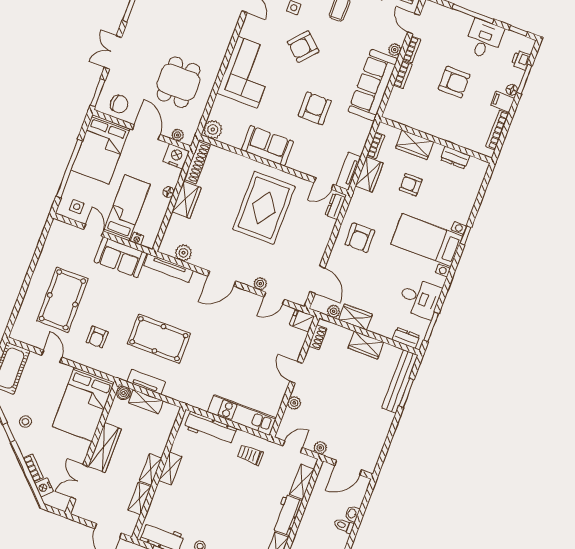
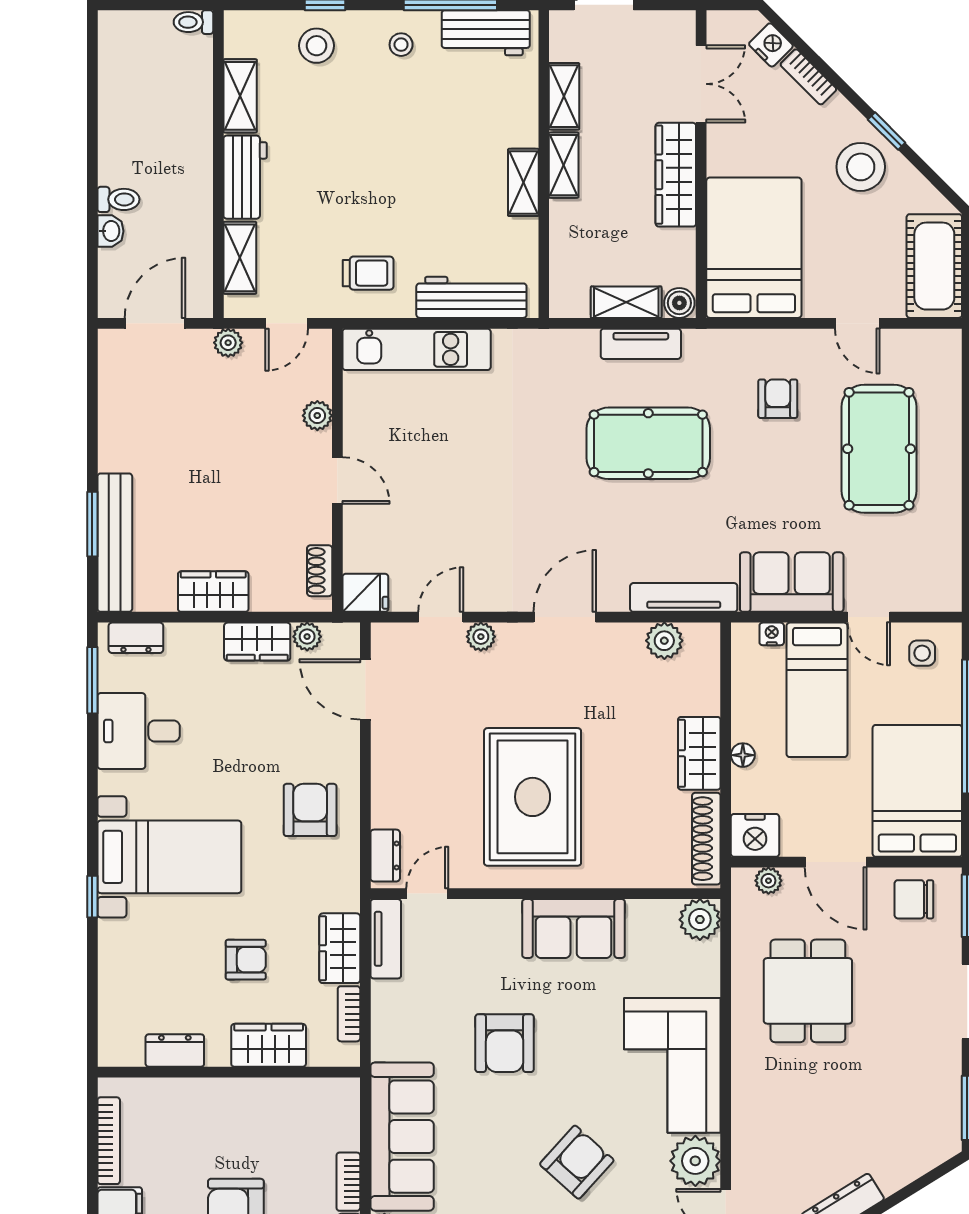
plant: (253, 28) -> (695, 1161), added
stool: (25, 422) -> (861, 167), width x1.89, depth x1.89

